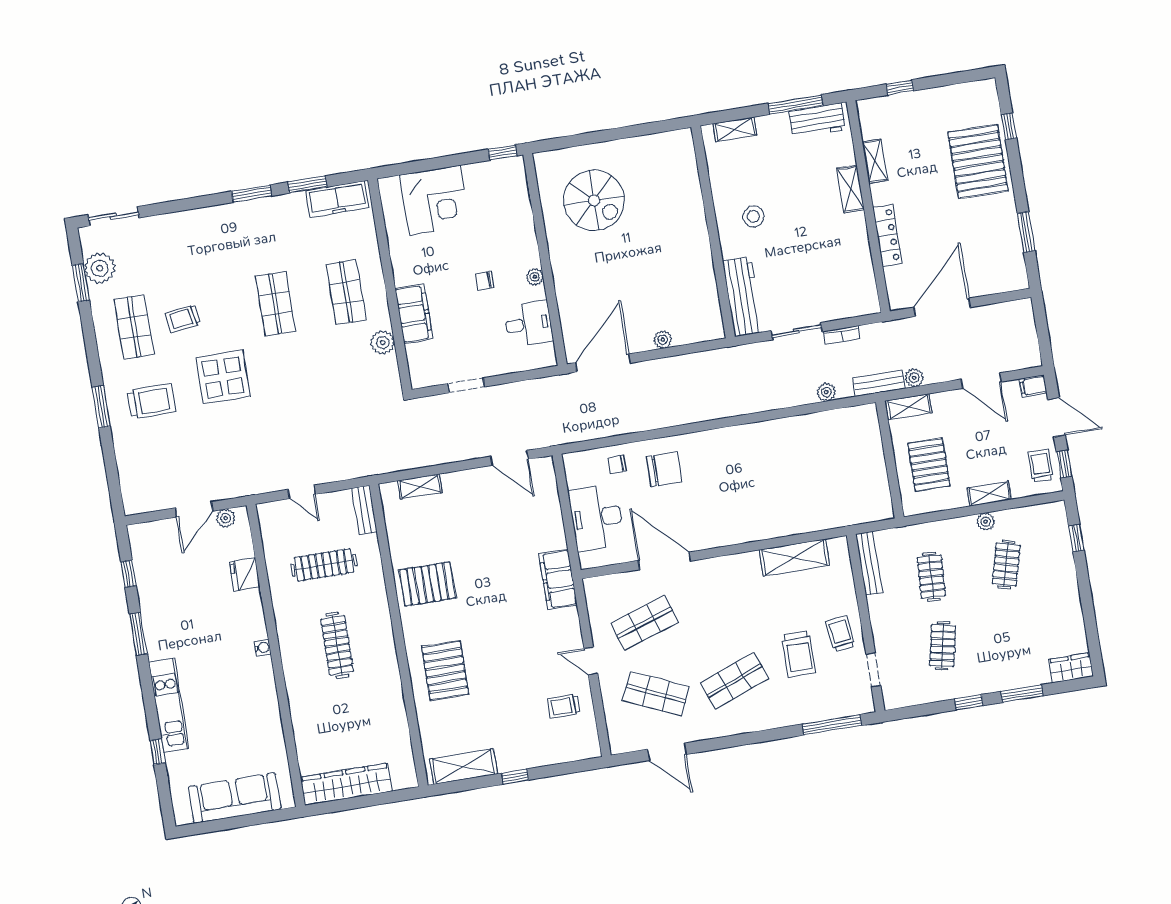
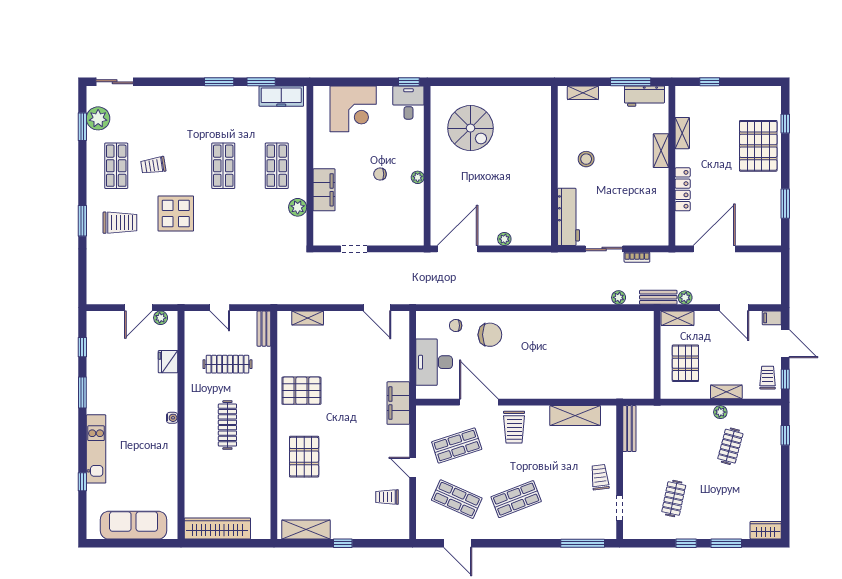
desk: (528, 324) -> (408, 103), moved, turned -90
clothes rail: (931, 577) -> (674, 446), removed
trolley: (799, 654) -> (514, 427), moved

